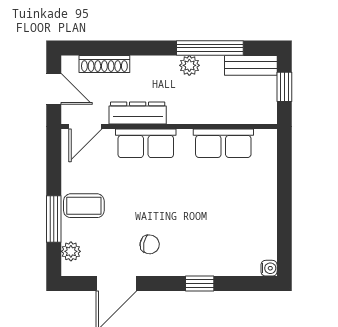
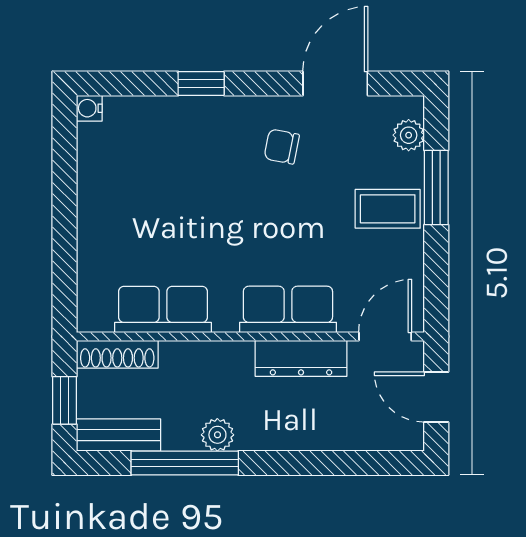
shoe rack: (104, 64) -> (117, 354), moved, turned 180

